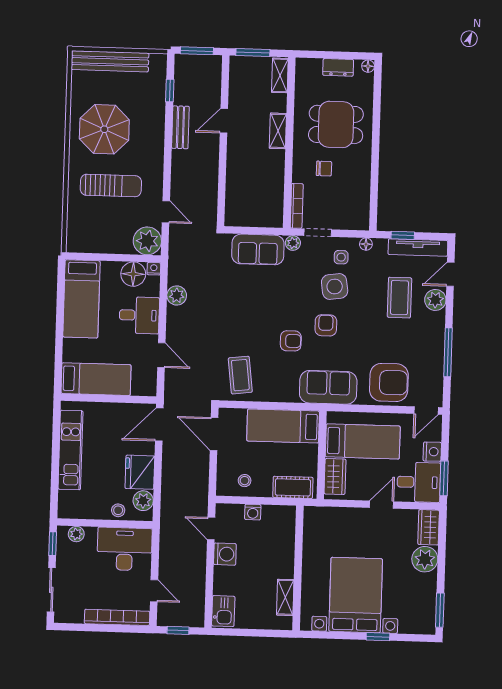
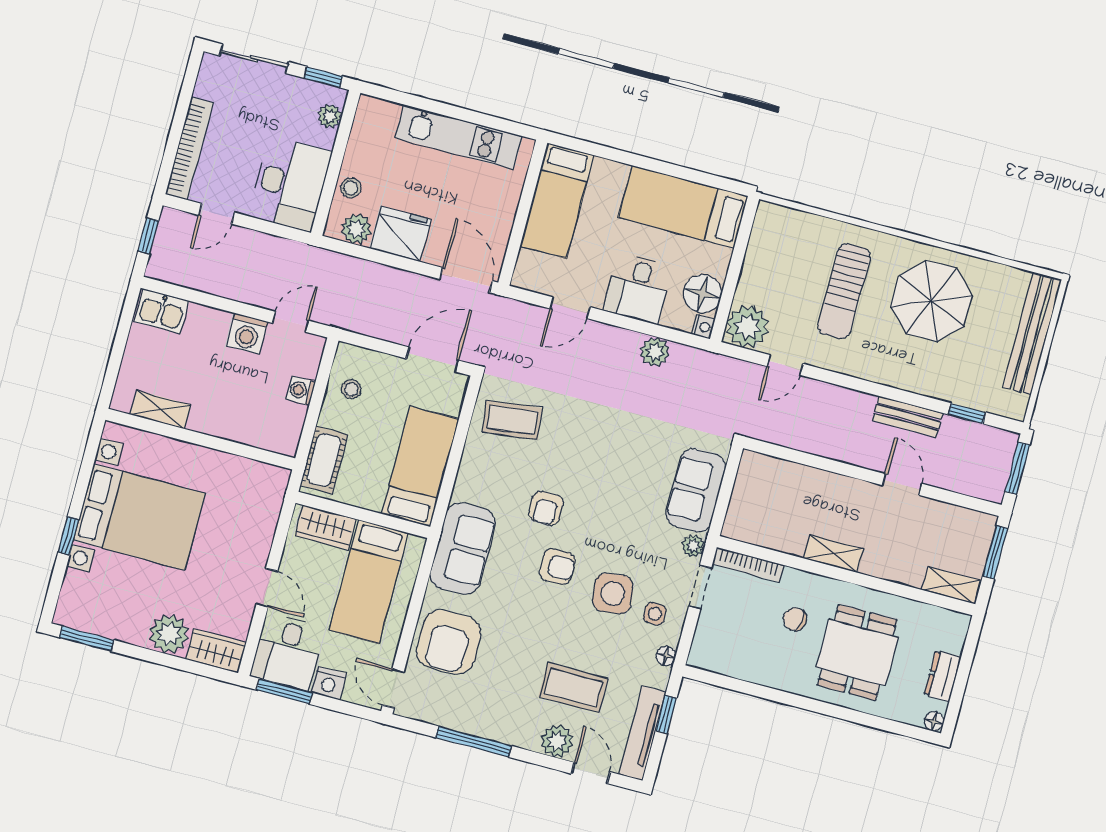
shelving: (278, 131) -> (833, 554), moved
chair: (324, 169) -> (795, 619), turned 98

